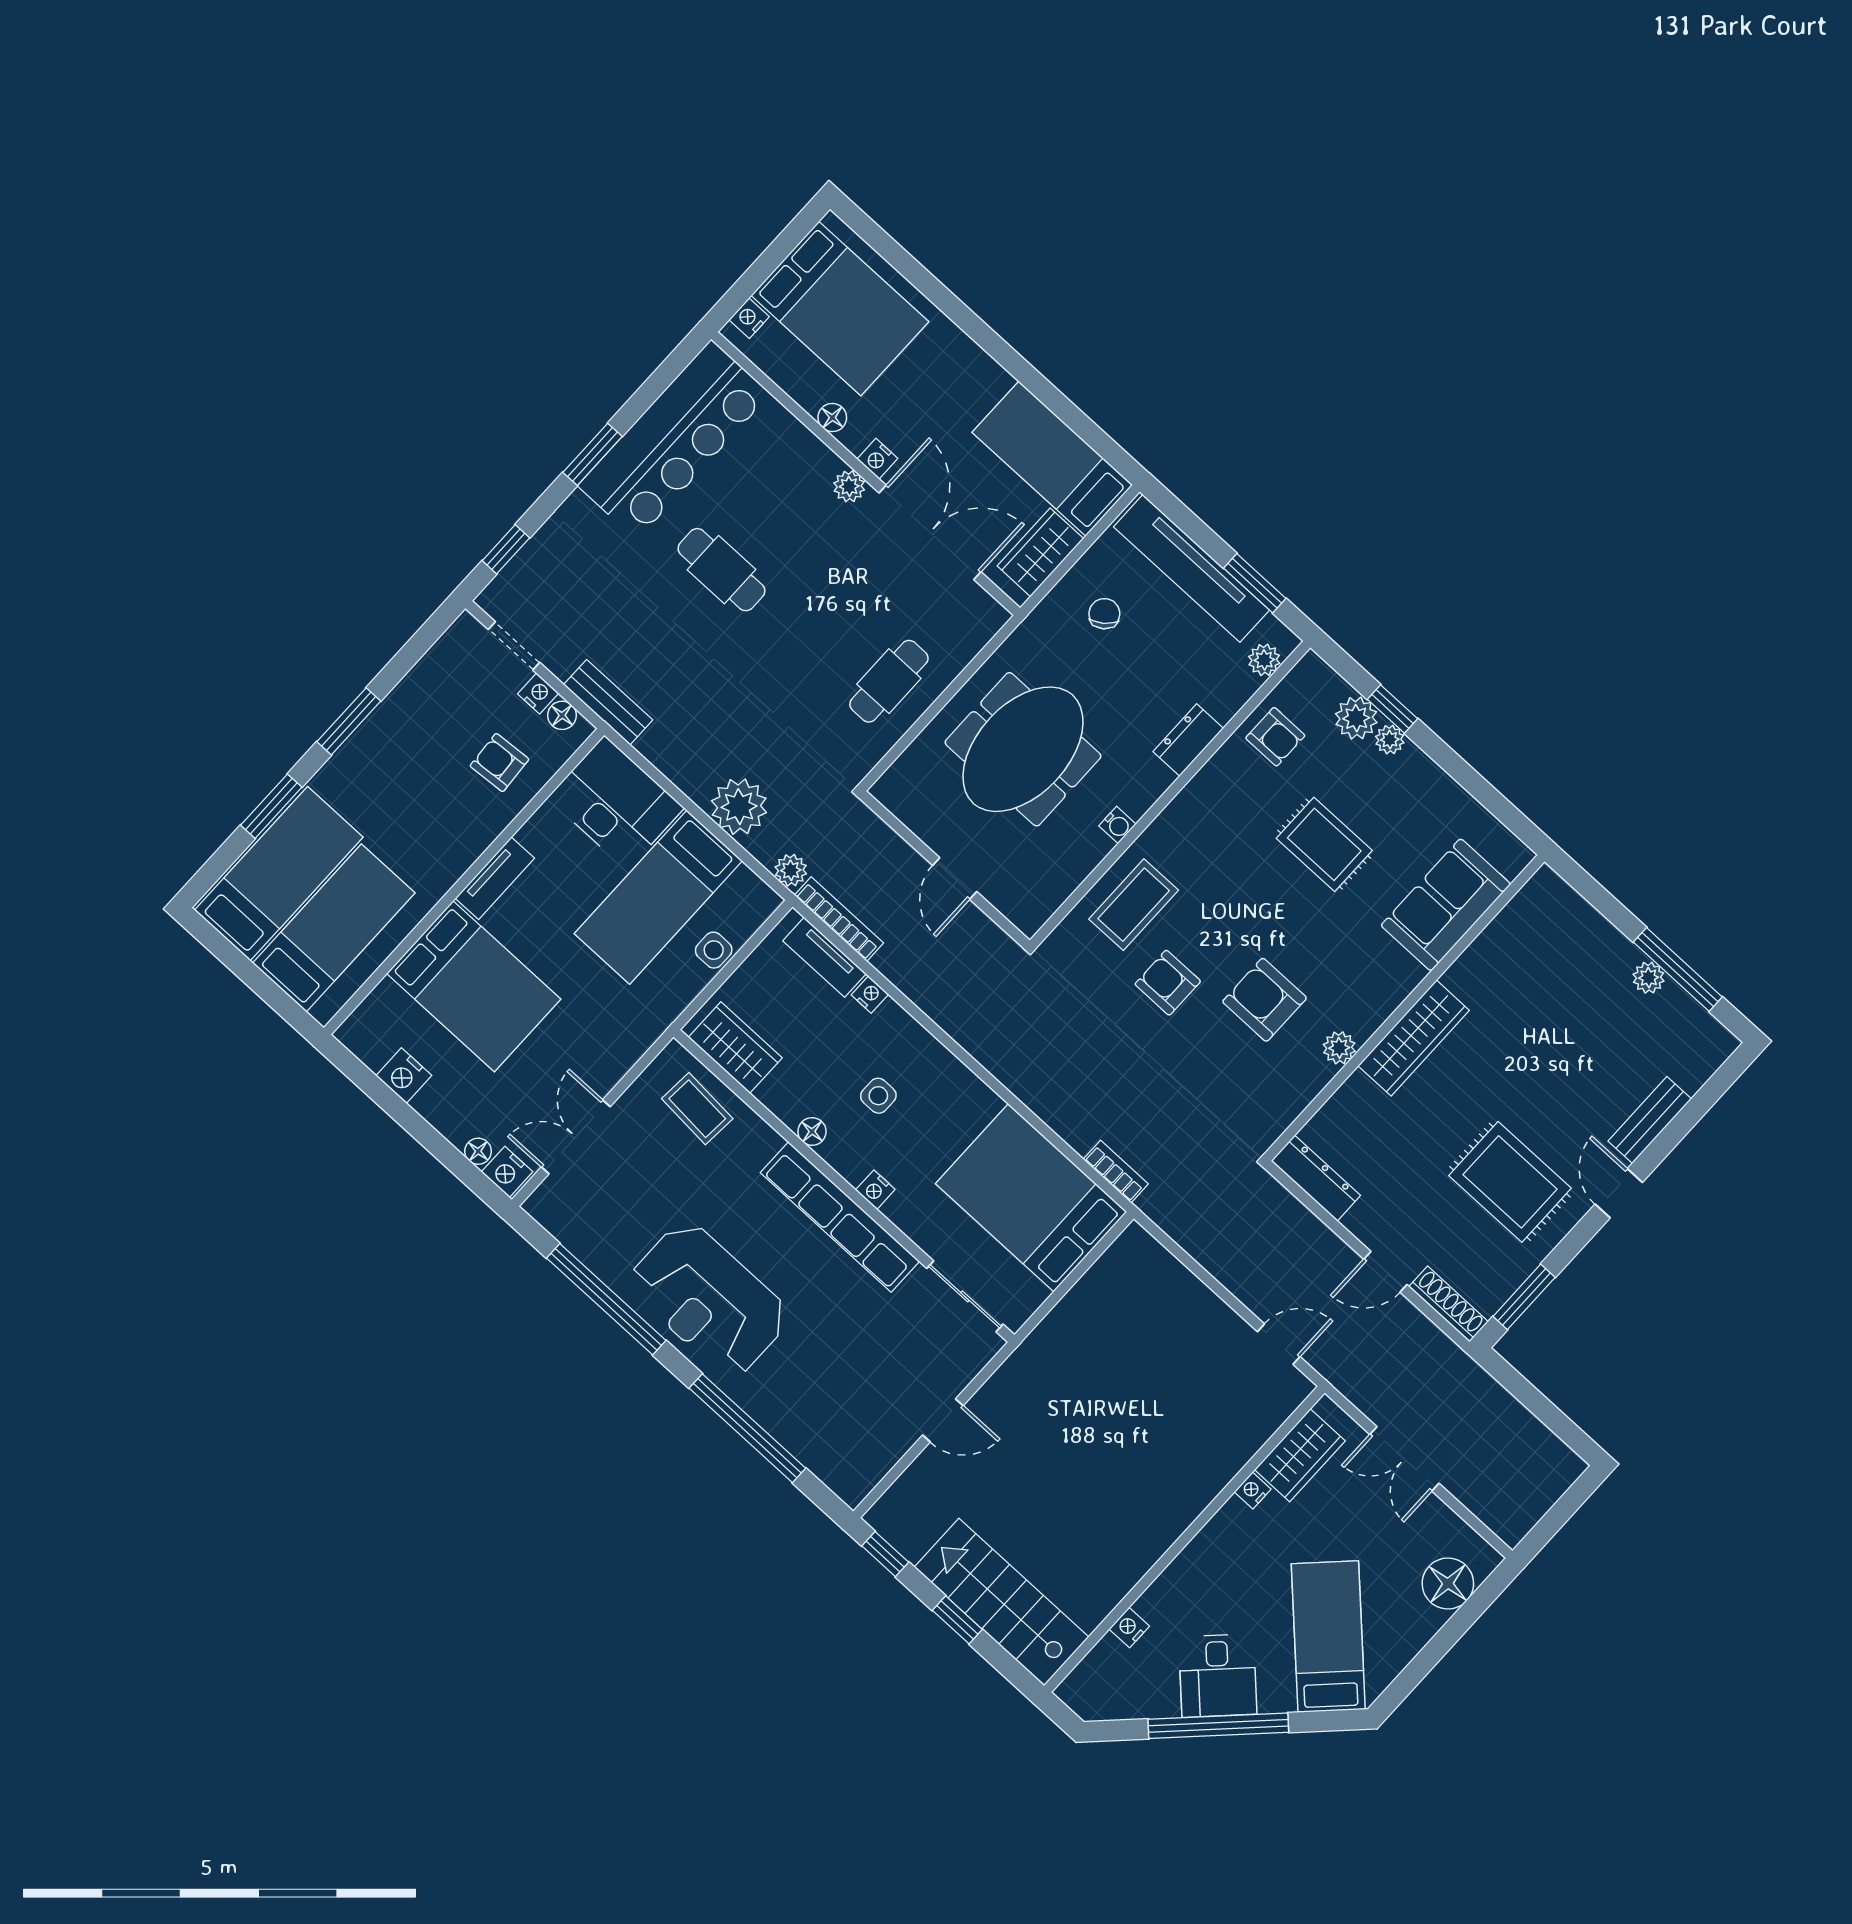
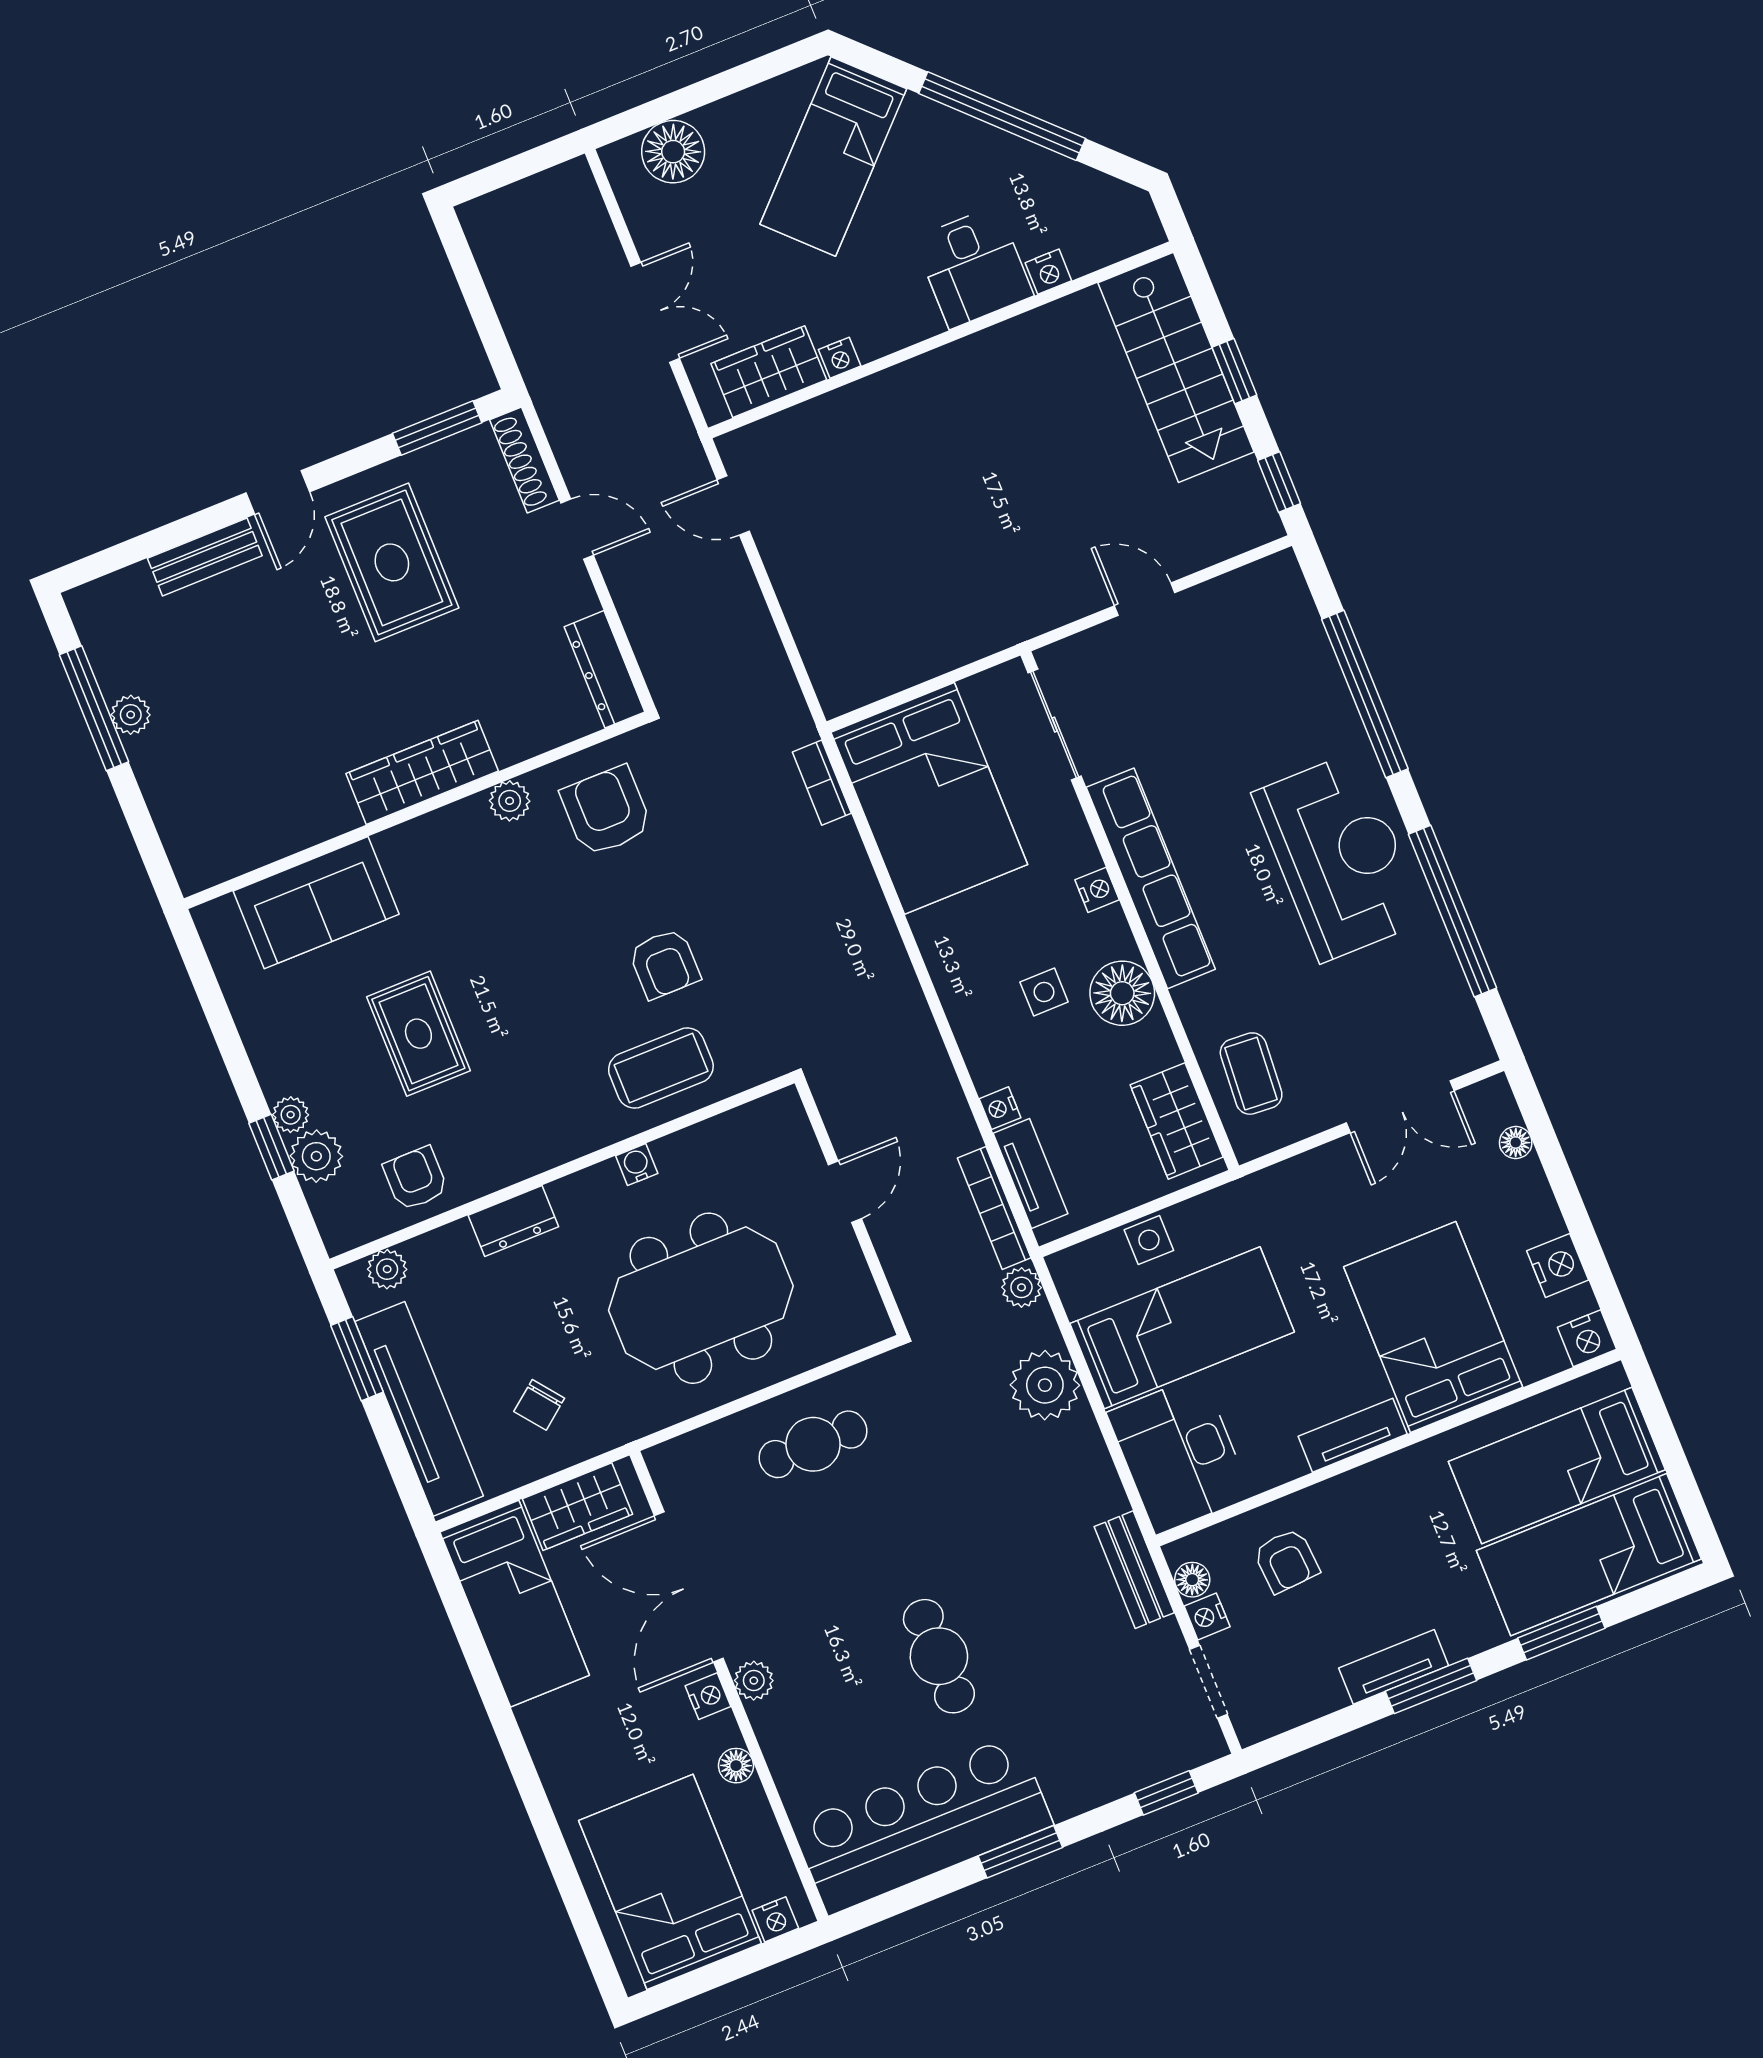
tv unit: (383, 722) -> (1394, 1667), added
armchair: (1265, 1000) -> (606, 811), moved, turned 180
floor lamp: (812, 1131) -> (1122, 993), width x1.89, depth x1.89
nightstand: (507, 1172) -> (1587, 1338), moved, turned 90
desk: (1218, 1676) -> (973, 267), moved, turned 135

